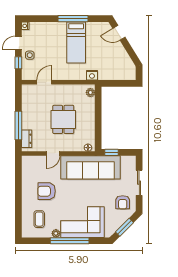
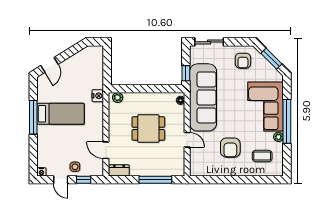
dresser: (27, 139) -> (119, 170), moved
sliding door: (139, 183) -> (209, 42), moved
armchair: (123, 202) -> (243, 61), turned 90

